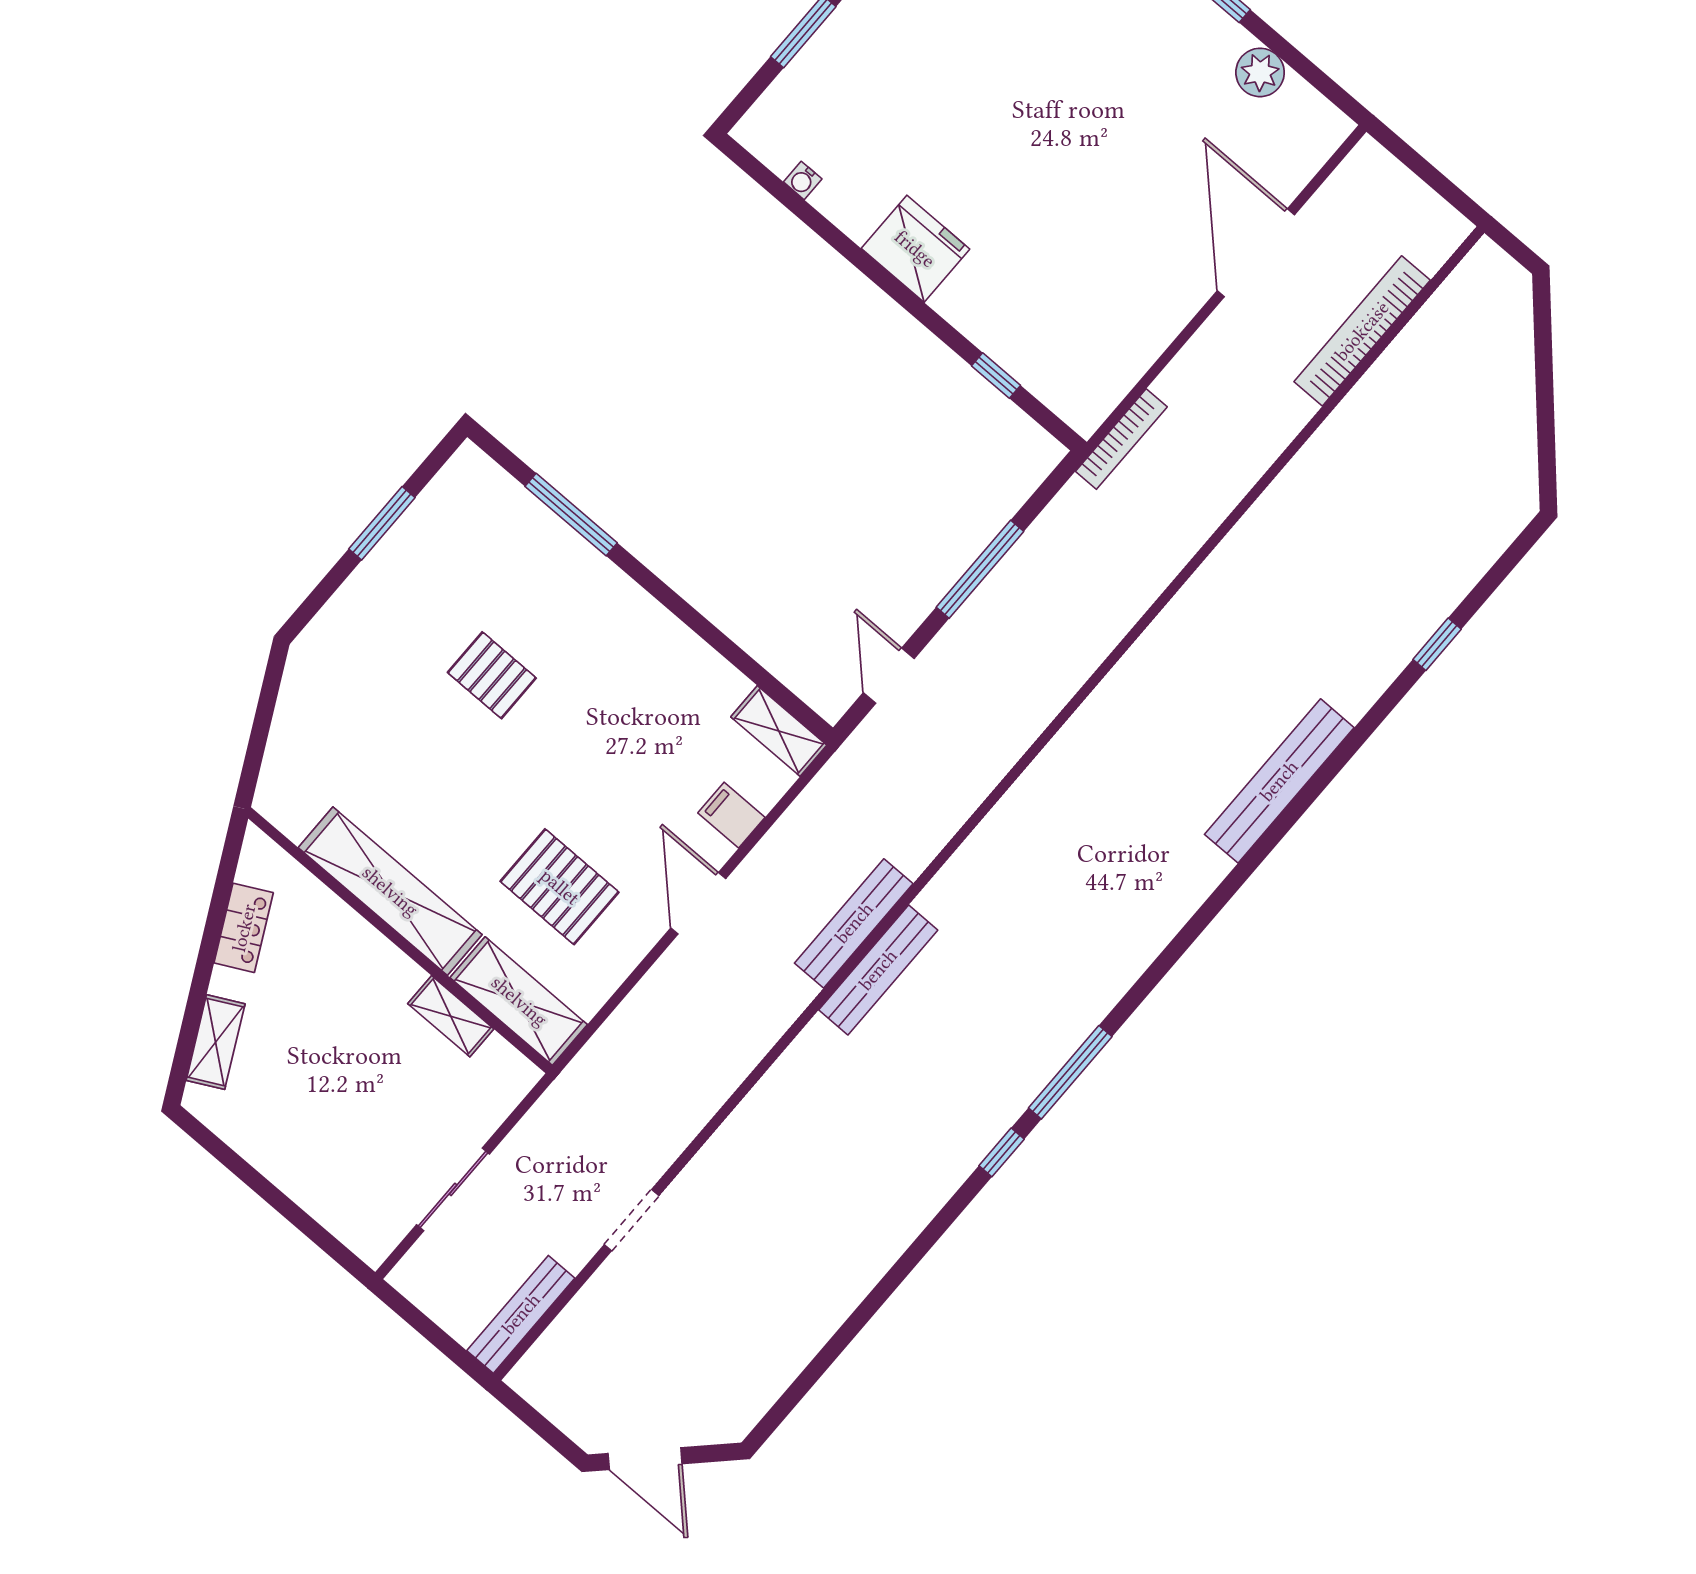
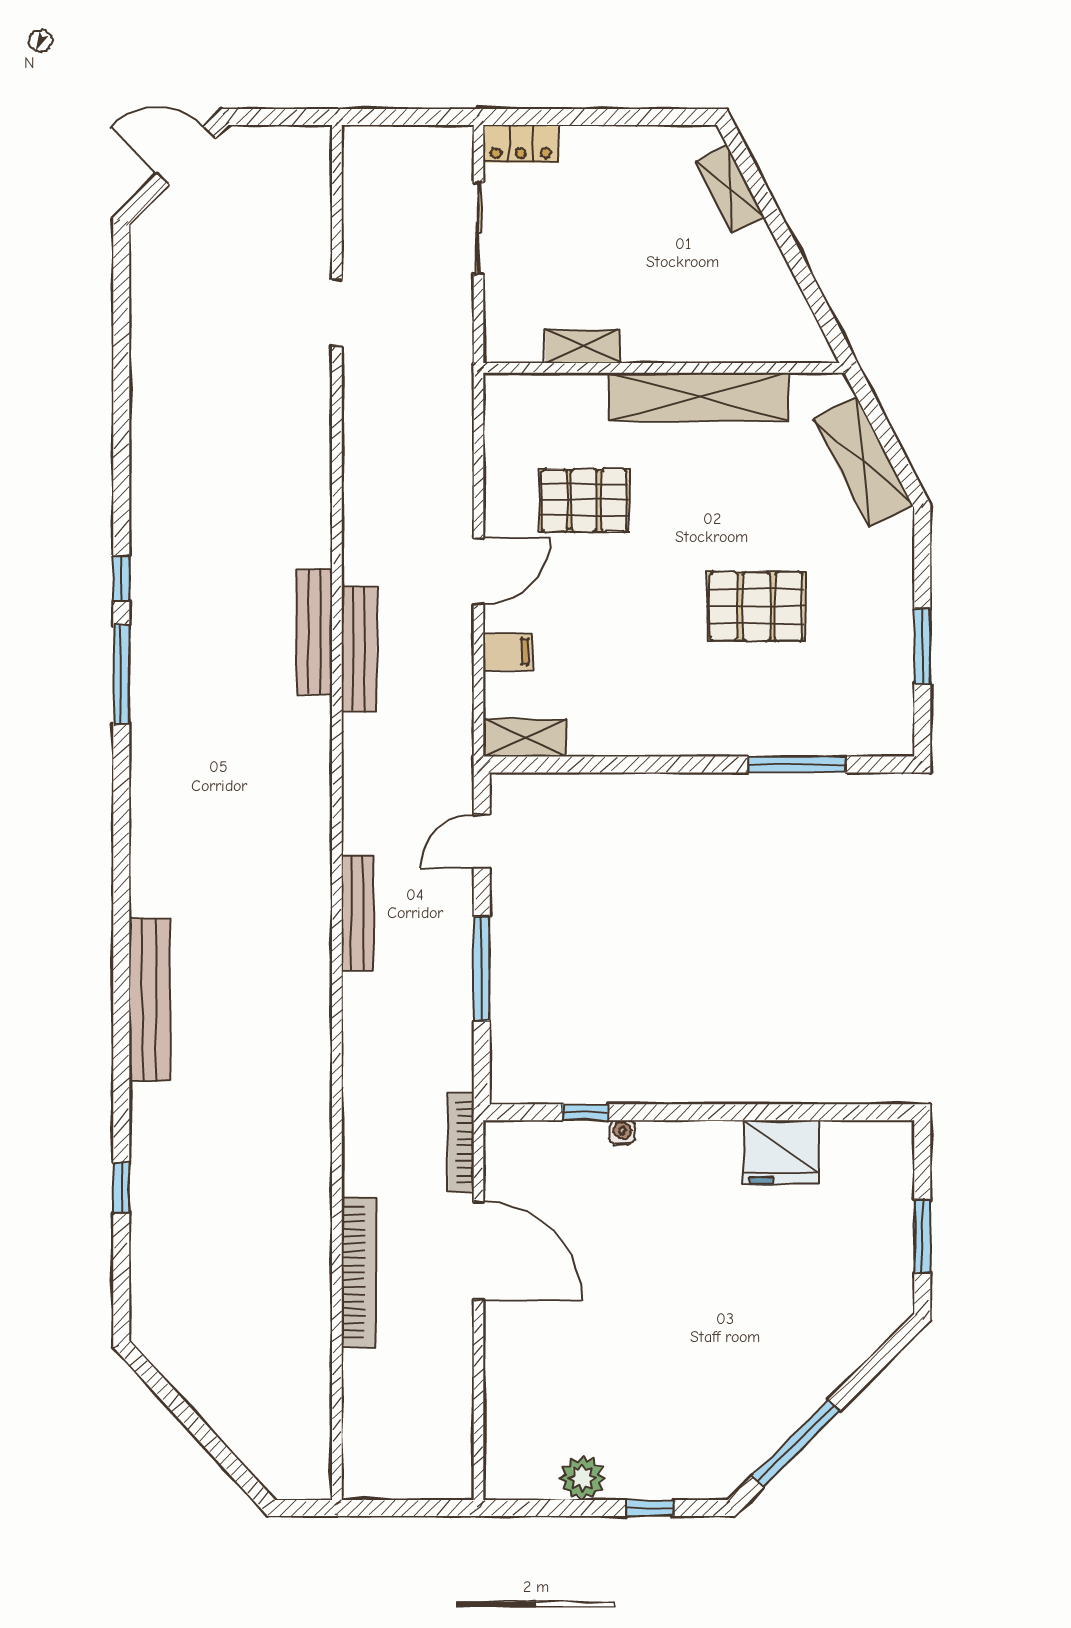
water cooler: (803, 180) -> (622, 1133), moved
fridge: (915, 249) -> (781, 1152), moved
door: (1256, 253) -> (479, 1251), moved
bookcase: (1362, 331) -> (359, 1272), moved
pallet: (492, 675) -> (756, 606), width x1.50, depth x1.42
door: (889, 676) -> (482, 841), swing flipped
door: (698, 903) -> (479, 571), hinge flipped
locker: (244, 928) -> (521, 144), moved, turned -63
shelving: (519, 1001) -> (863, 462), moved, turned 63
bench: (521, 1314) -> (358, 913), moved

